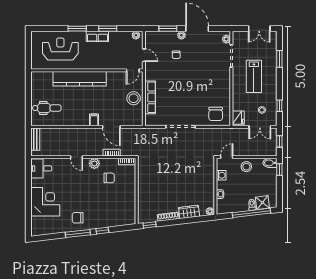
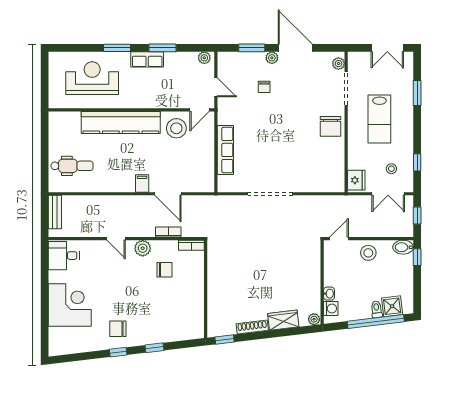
stool: (134, 98) -> (176, 128), moved
chair: (216, 114) -> (331, 126), moved
washing machine: (221, 175) -> (331, 308), moved
window: (78, 233) -> (118, 352), width x0.46

